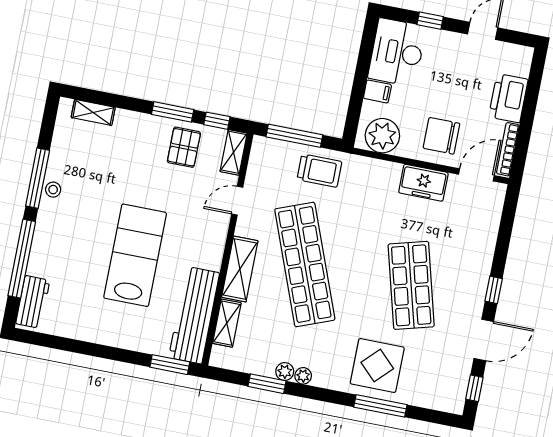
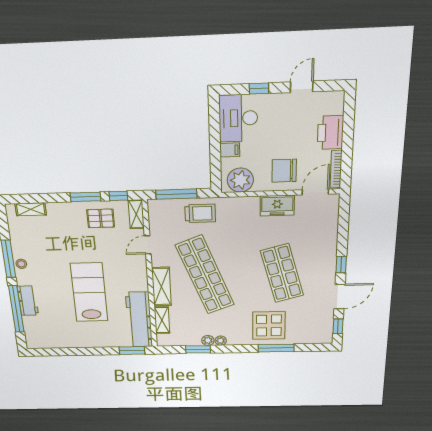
pallet: (184, 147) -> (101, 218), turned 90
workbench: (33, 302) -> (28, 301), moved

